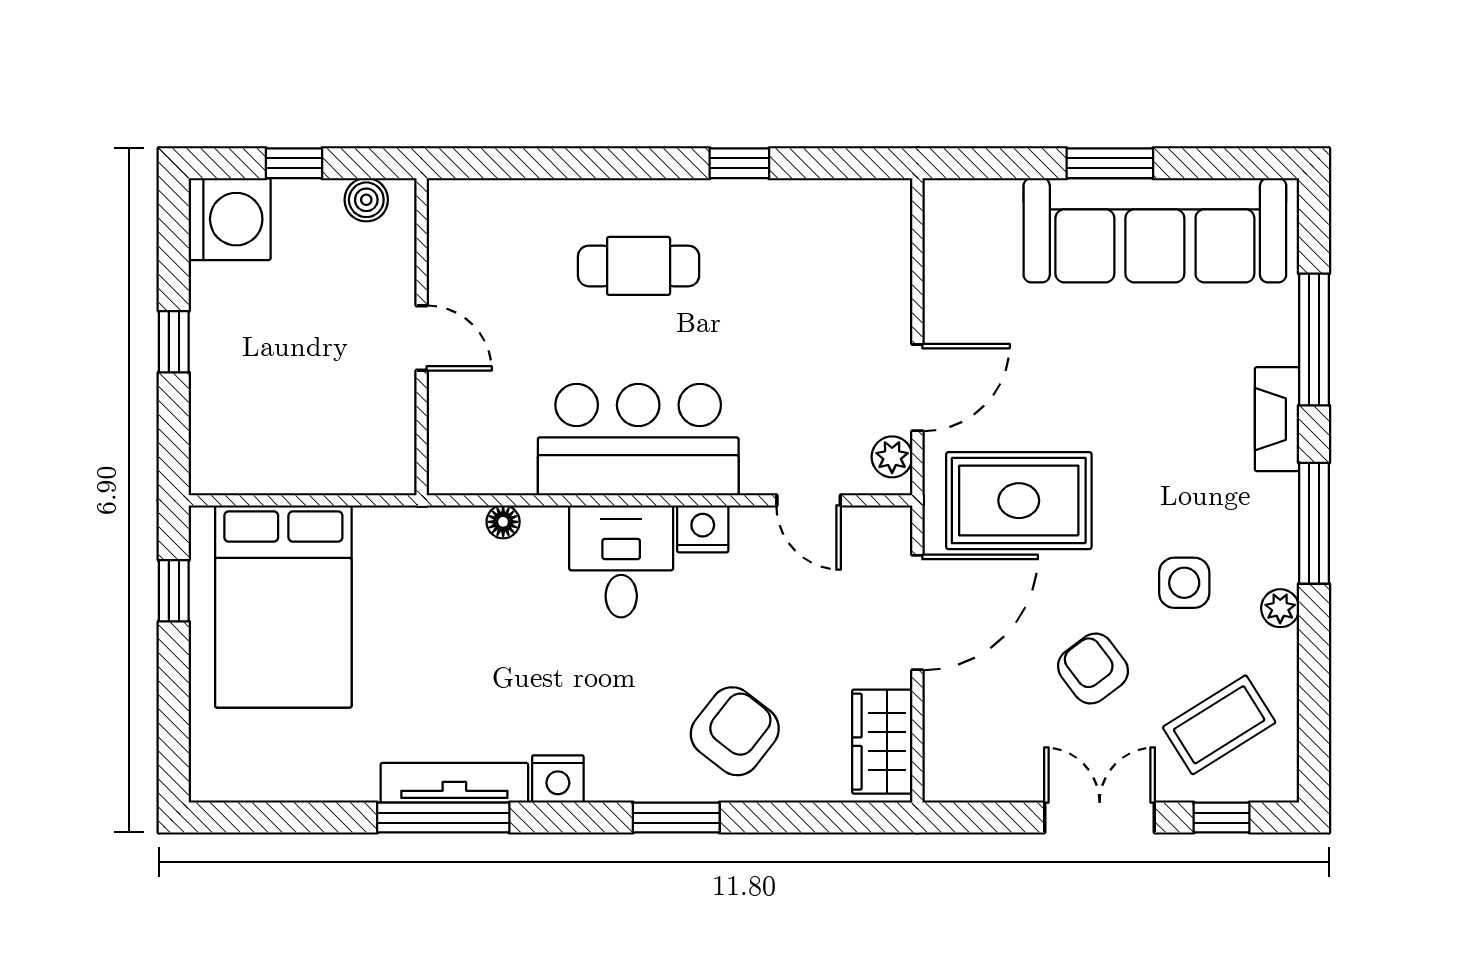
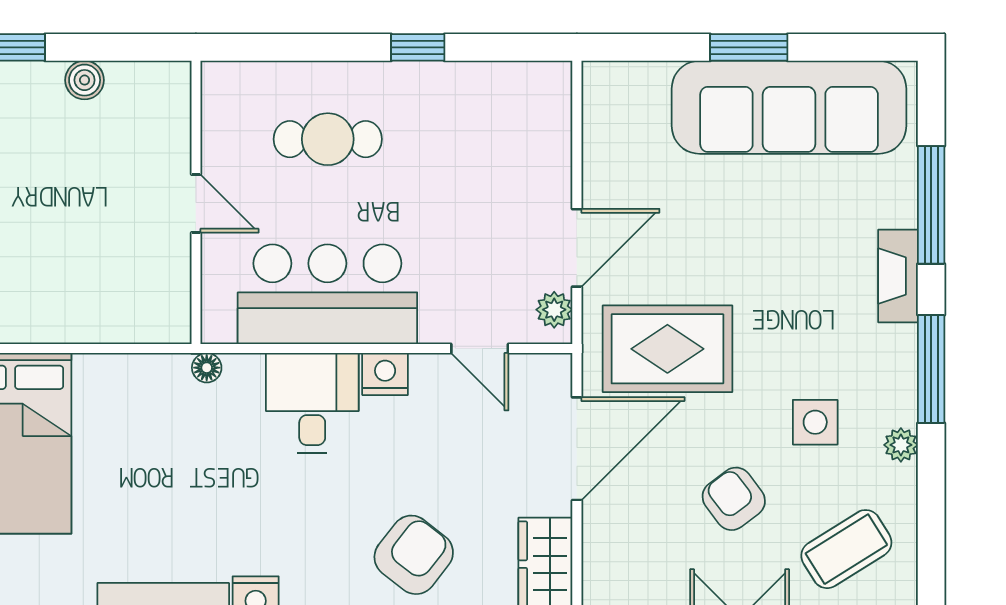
wall: (422, 337) -> (196, 202), moved
door: (422, 338) -> (196, 204), moved

